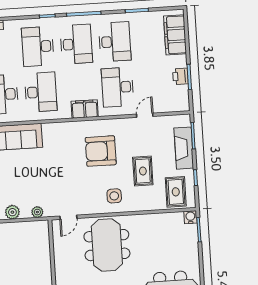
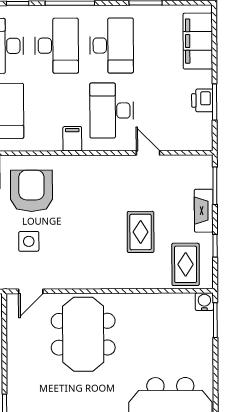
filing cabinet: (85, 109) -> (72, 139), width x0.50
door: (145, 115) -> (148, 153), hinge flipped
fireplace: (184, 148) -> (204, 211), width x0.73, depth x0.76
armchair: (101, 151) -> (31, 191), moved, turned 90
side table: (114, 196) -> (29, 241), moved

